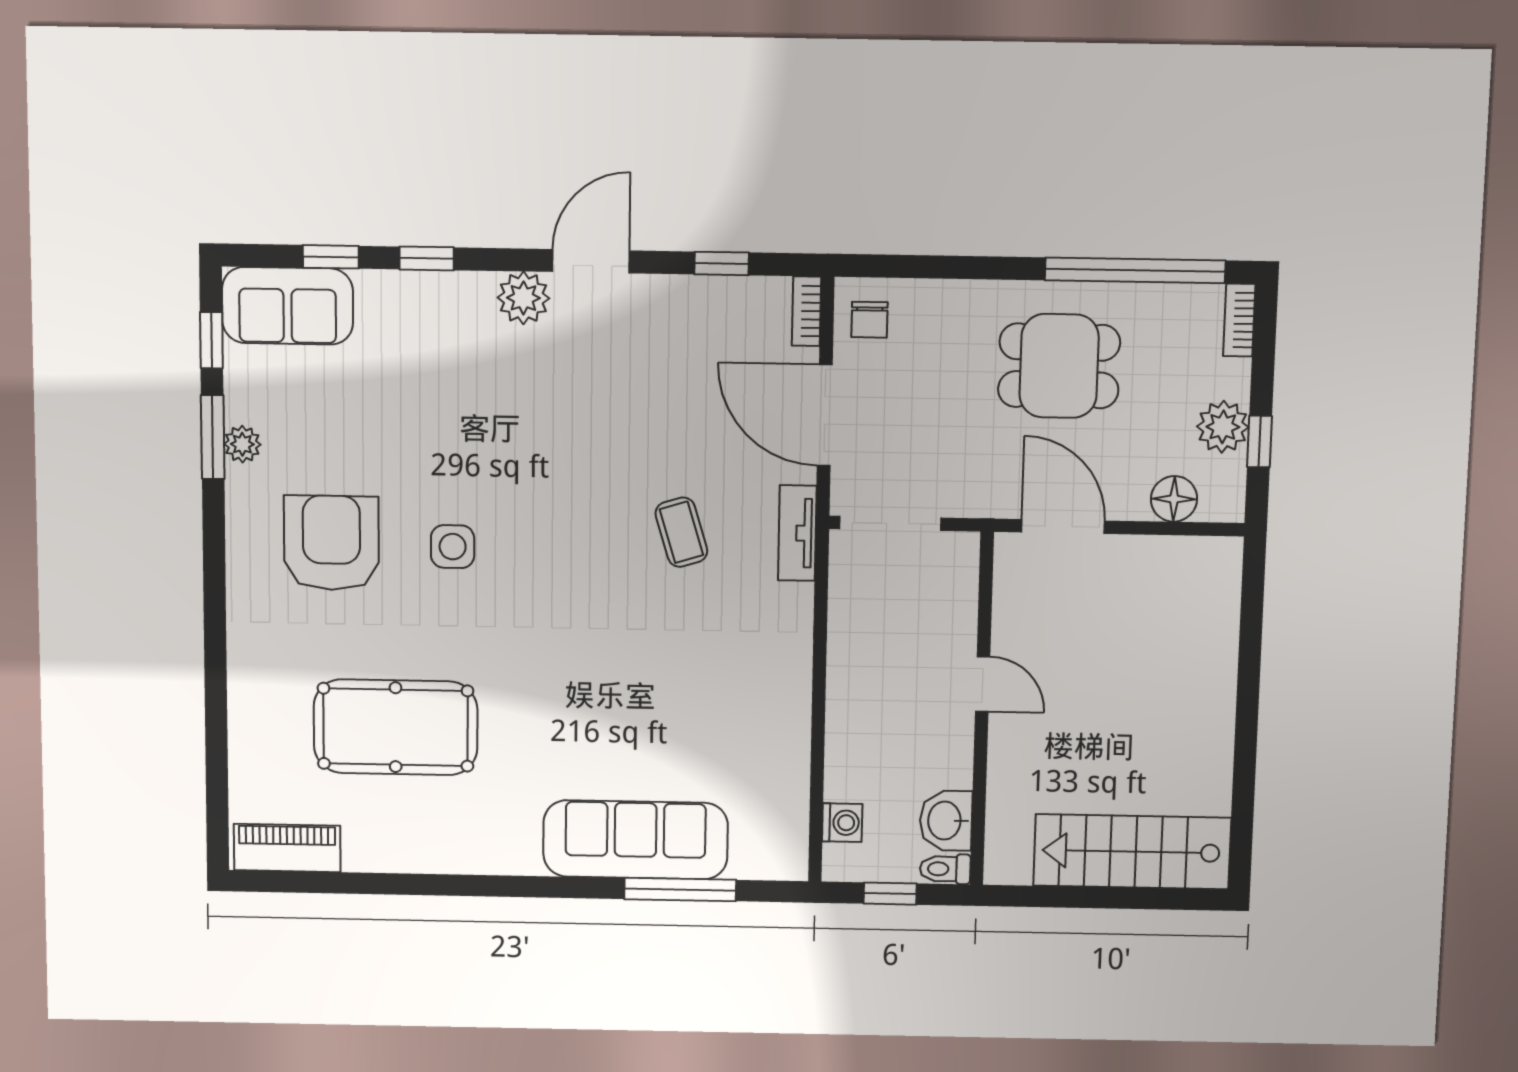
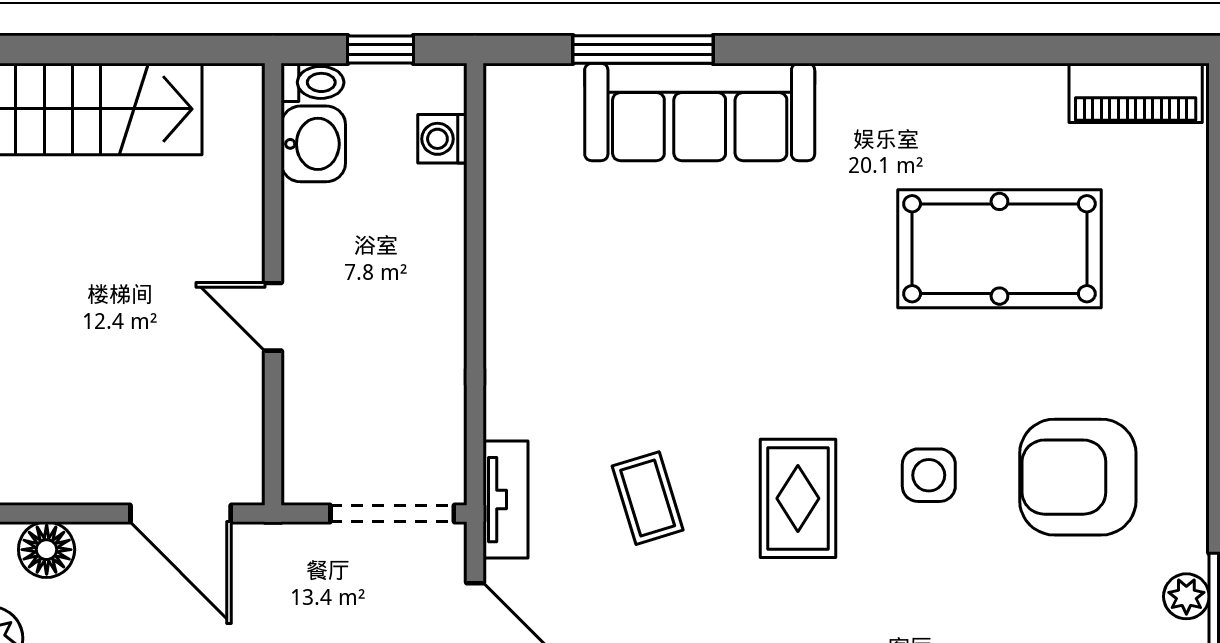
rug: (559, 530) -> (798, 498), added
armchair: (331, 543) -> (1078, 477), turned 90

